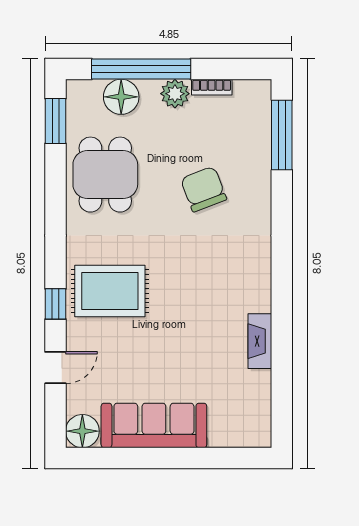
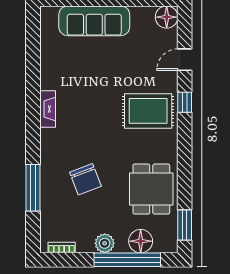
bookcase: (212, 87) -> (62, 248), moved
window: (282, 135) -> (33, 188), moved
fireplace: (260, 341) -> (48, 109), moved
sofa: (154, 425) -> (94, 21), moved

